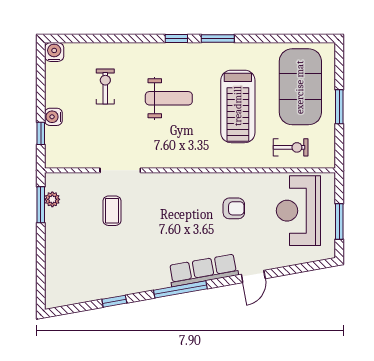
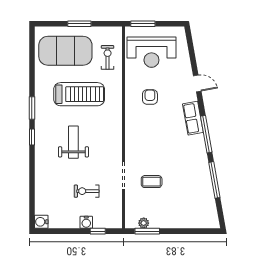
exercise bike: (105, 86) -> (87, 191), moved
window: (339, 221) -> (143, 24), moved
row of seats: (203, 270) -> (193, 118), width x0.68
window: (114, 301) -> (214, 180), width x2.17

